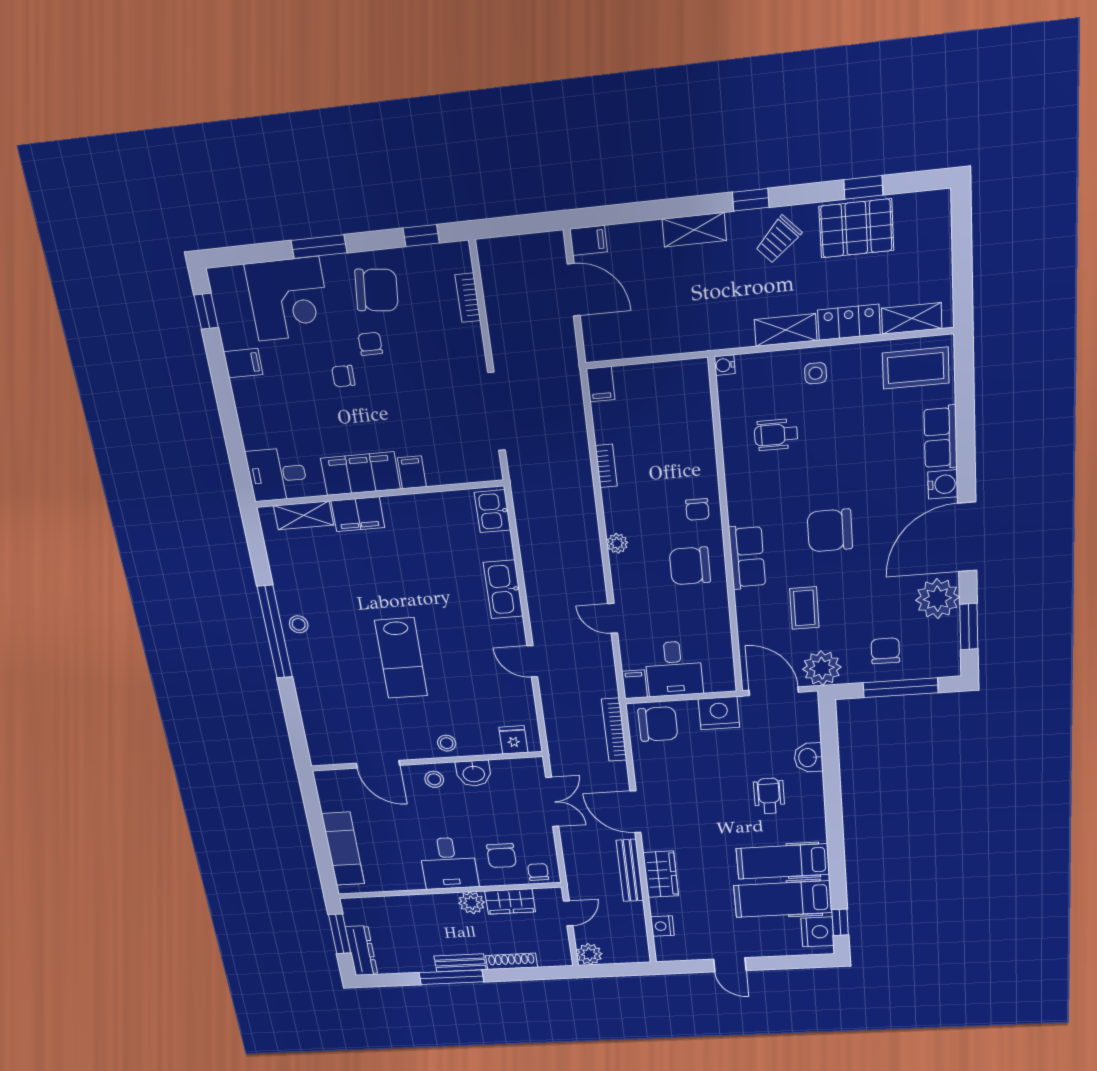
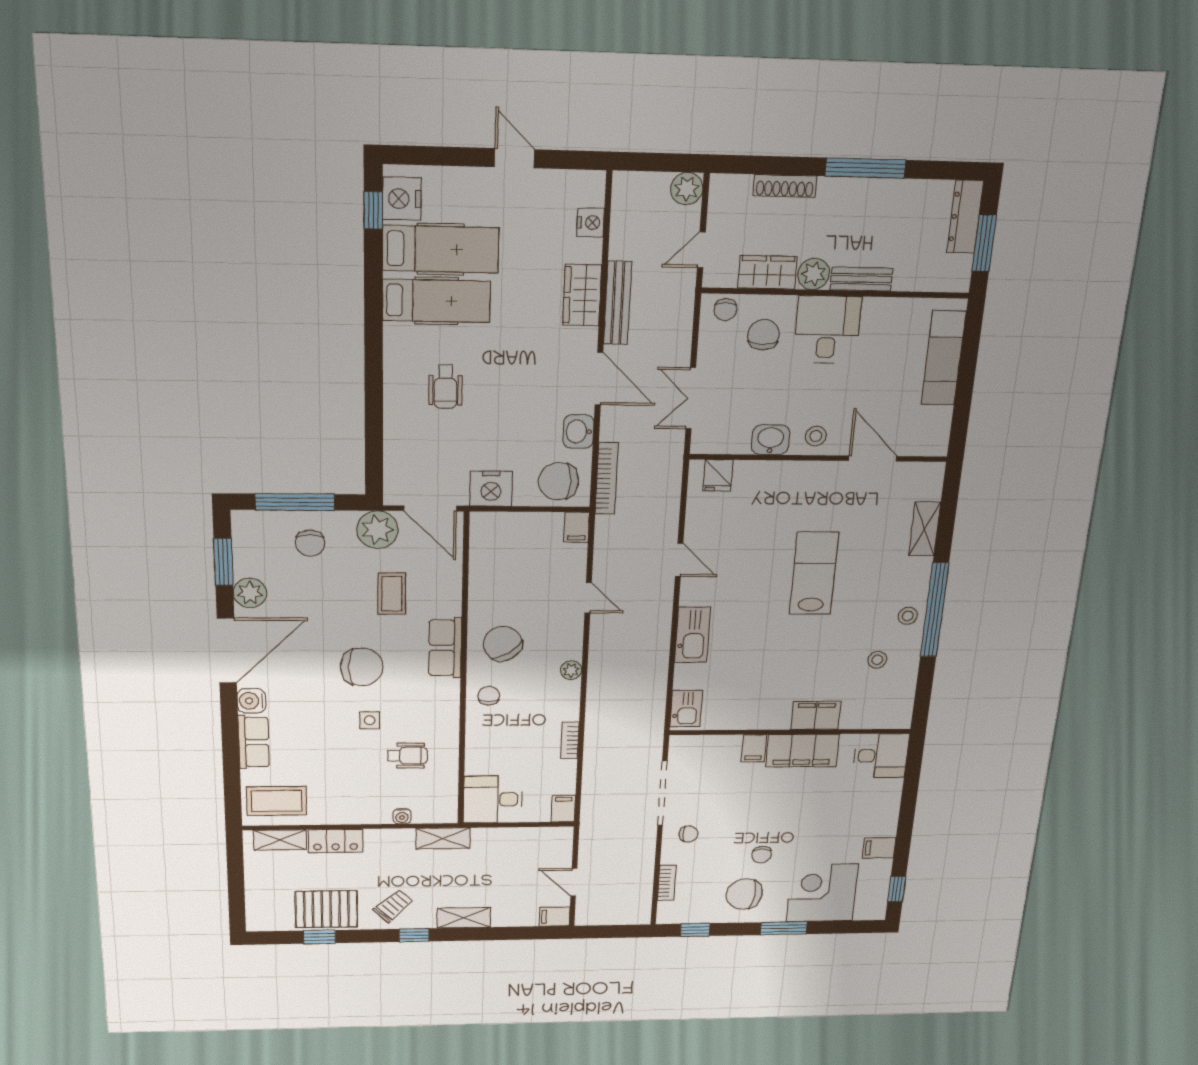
door: (574, 290) -> (574, 882), width x0.73
shelving: (786, 330) -> (443, 838), moved
water cooler: (725, 365) -> (402, 816), moved, turned 90
side table: (816, 373) -> (370, 720), moved
chair: (343, 376) -> (689, 834), moved
shelving: (304, 515) -> (925, 529), moved, turned 90
chair: (690, 566) -> (503, 644), turned -123
plant: (937, 599) -> (250, 593), width x0.73, depth x0.73
desk: (674, 669) -> (493, 799), moved, turned -90
stool: (447, 743) -> (877, 660), moved
washbasin: (808, 758) -> (578, 431), moved, turned 180
bench: (460, 963) -> (861, 279), moved

